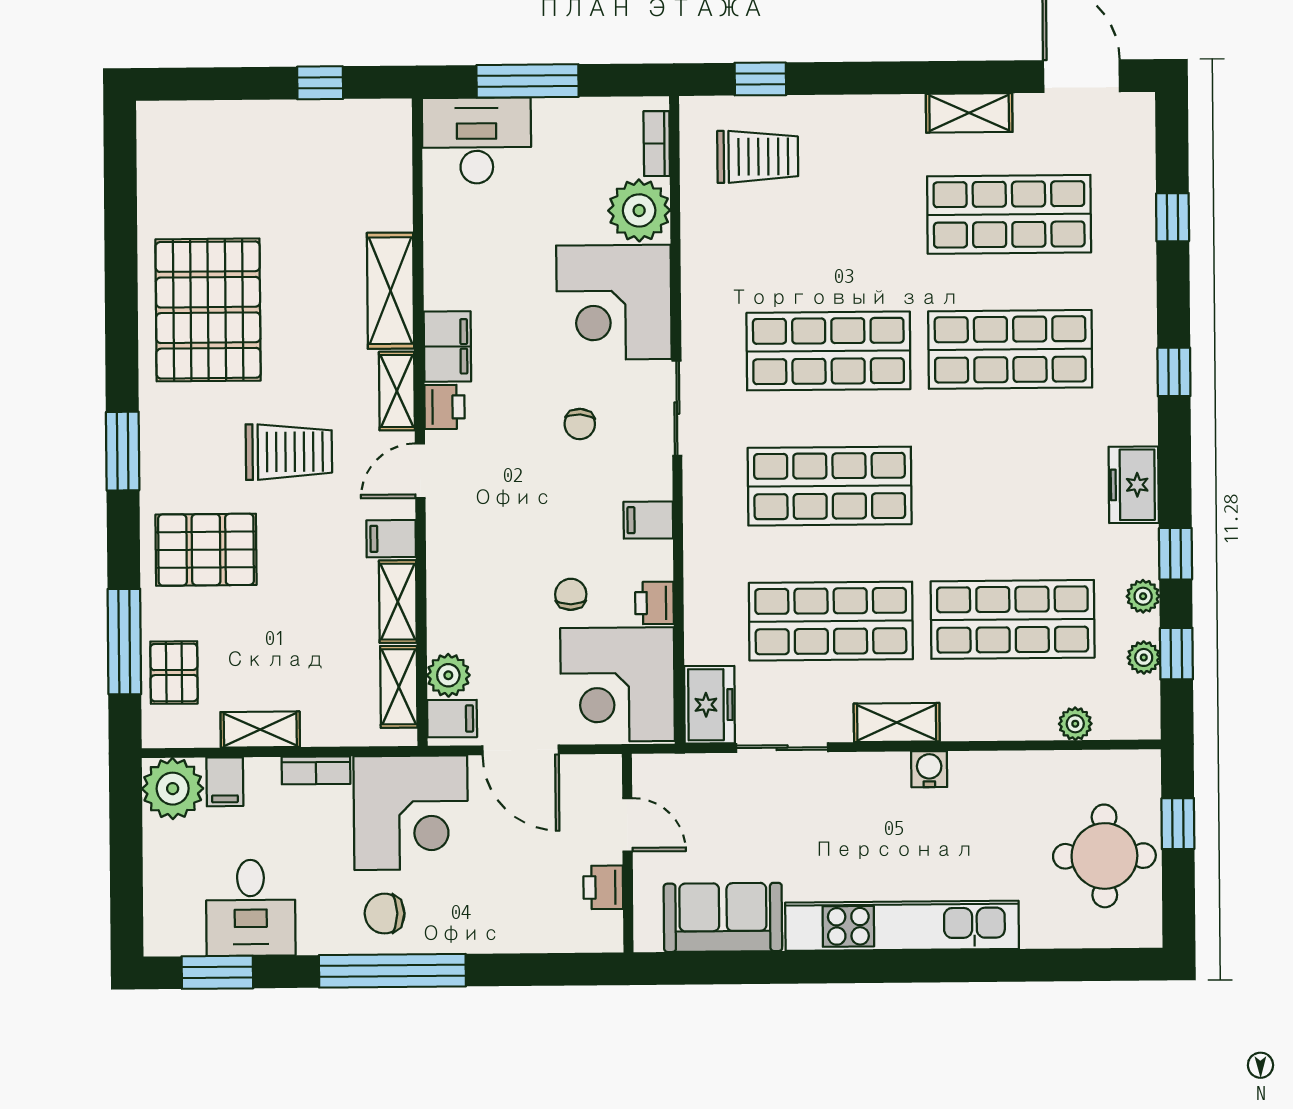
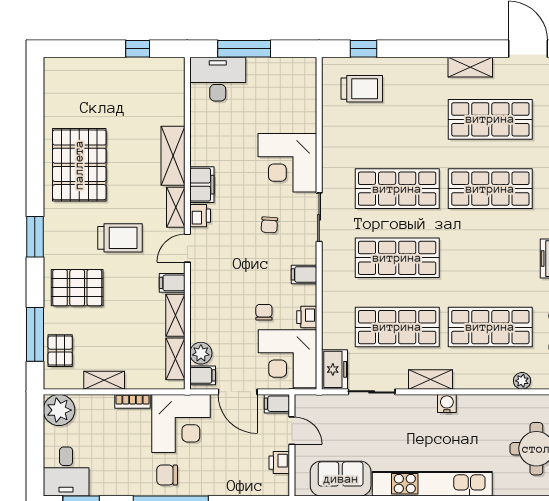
bookcase: (657, 144) -> (310, 82), removed
plant: (639, 210) -> (301, 116), removed
filing cabinet: (225, 782) -> (277, 404), moved, turned 90
desk: (251, 908) -> (66, 471), moved

